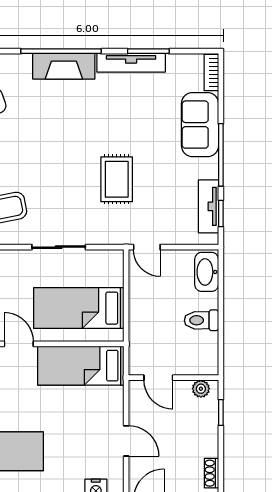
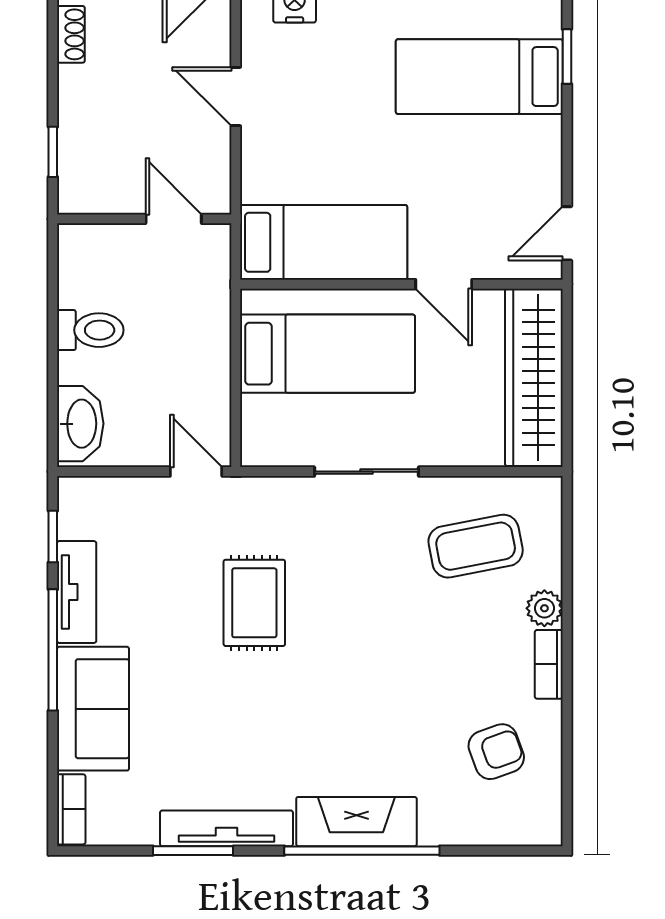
tv unit: (208, 206) -> (77, 592), moved
plant: (201, 389) -> (91, 198), removed

